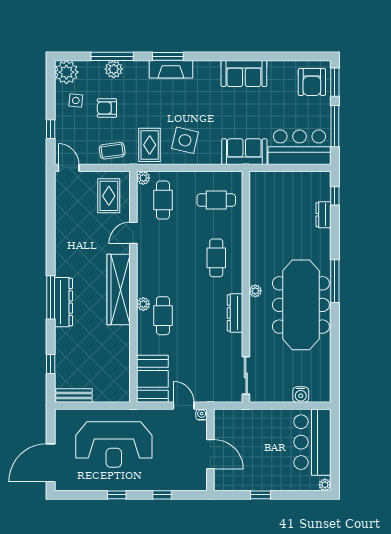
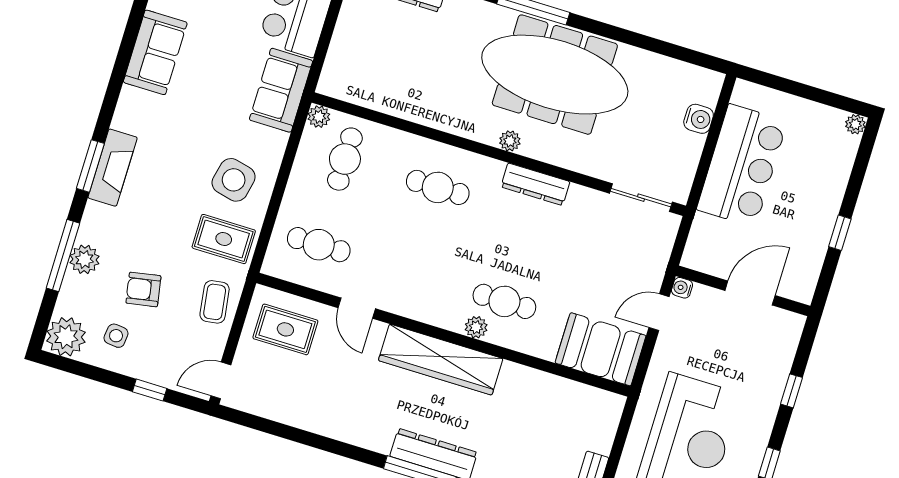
armchair: (107, 108) -> (143, 289), turned 80
plant: (143, 178) -> (319, 117), moved
bar counter: (312, 442) -> (742, 165), moved, turned -90

